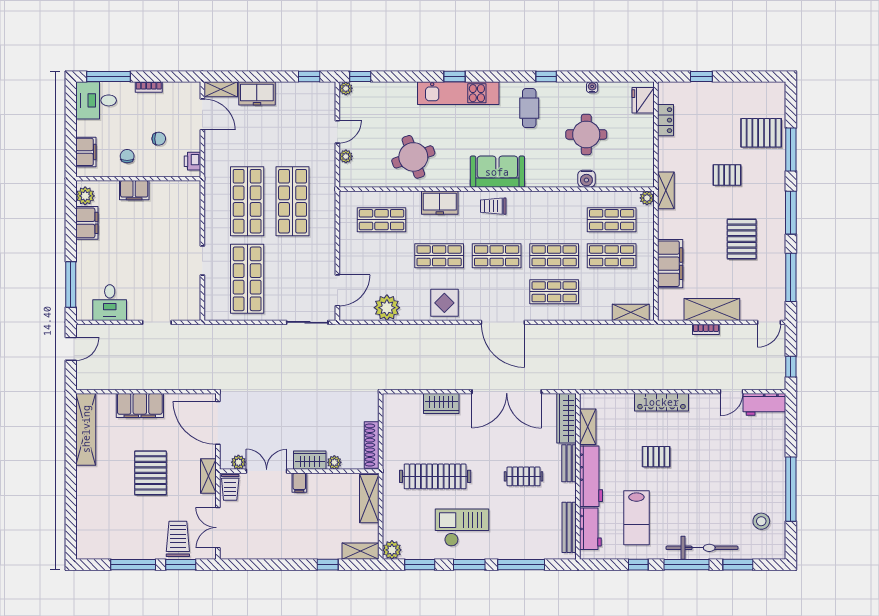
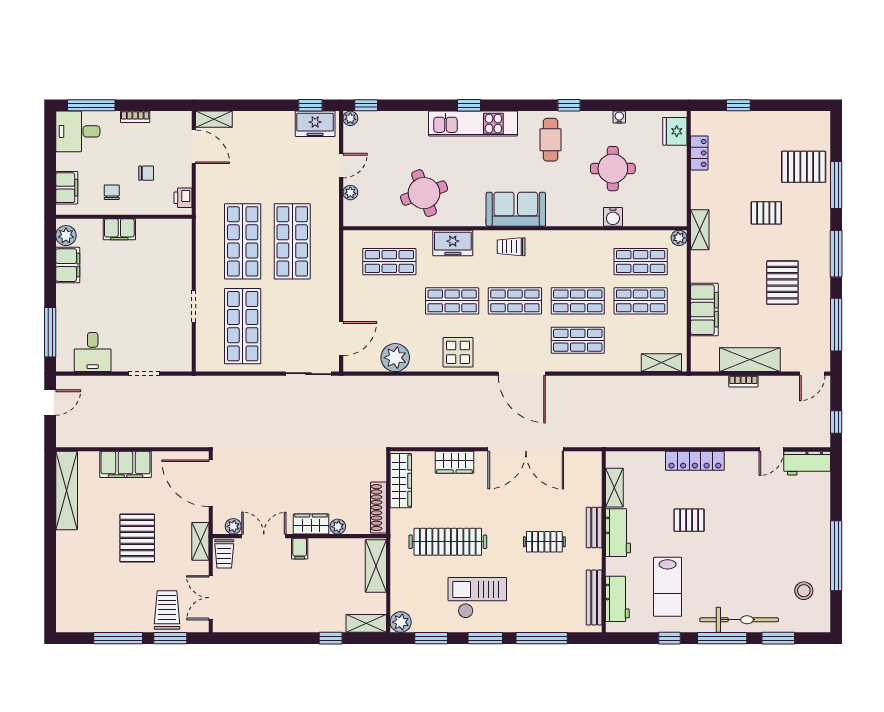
freezer: (257, 93) -> (315, 124), moved
wardrobe: (567, 418) -> (401, 481), moved, turned 180
workbench: (591, 476) -> (618, 533), width x0.73

